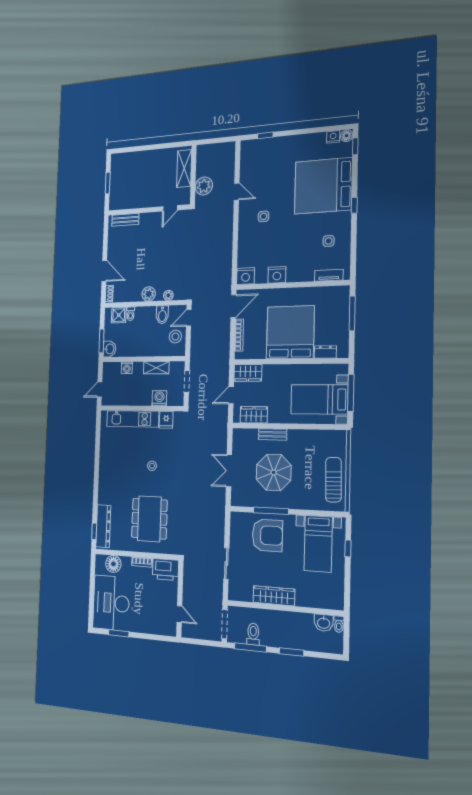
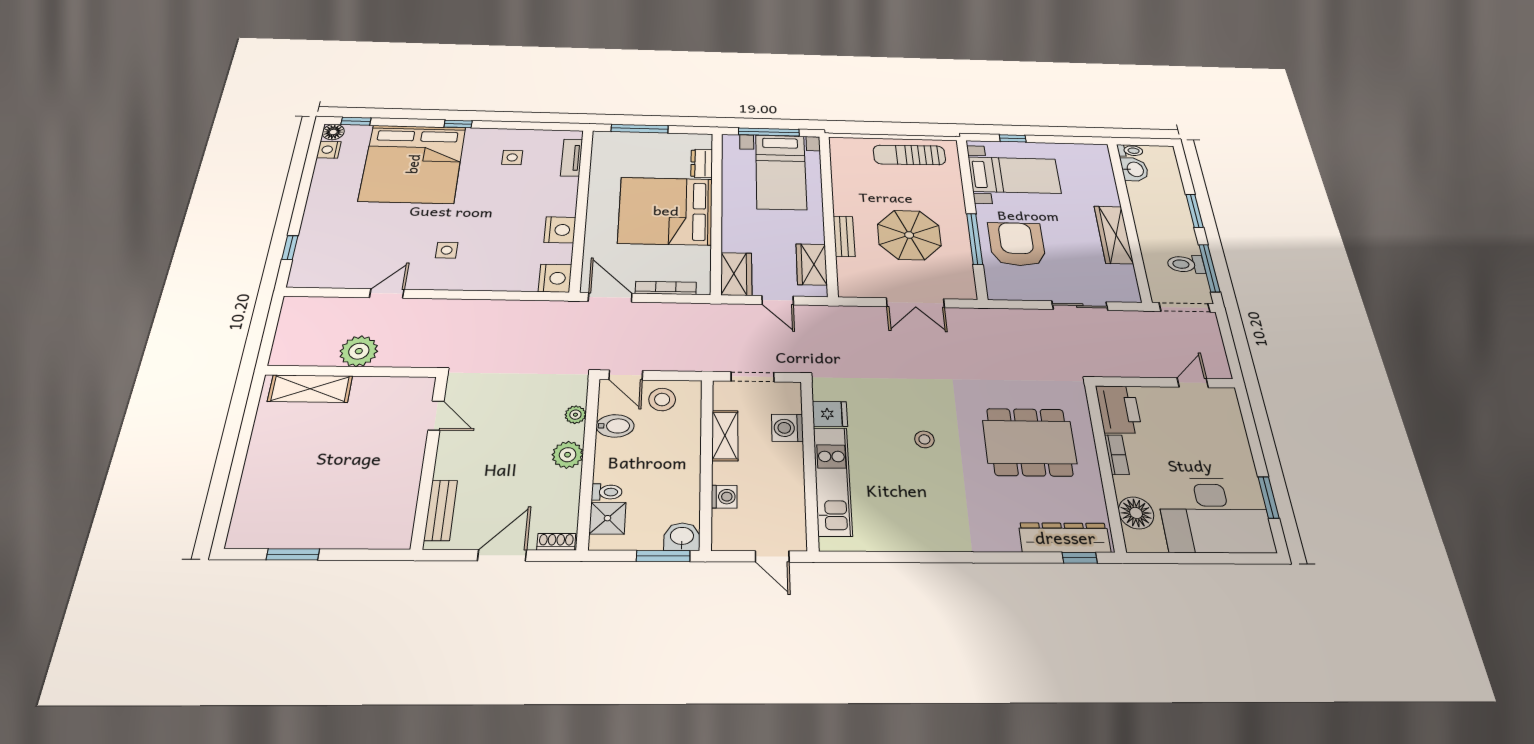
door: (170, 208) -> (436, 416), moved
wall: (149, 210) -> (429, 460), moved
bench: (125, 220) -> (441, 510), moved

